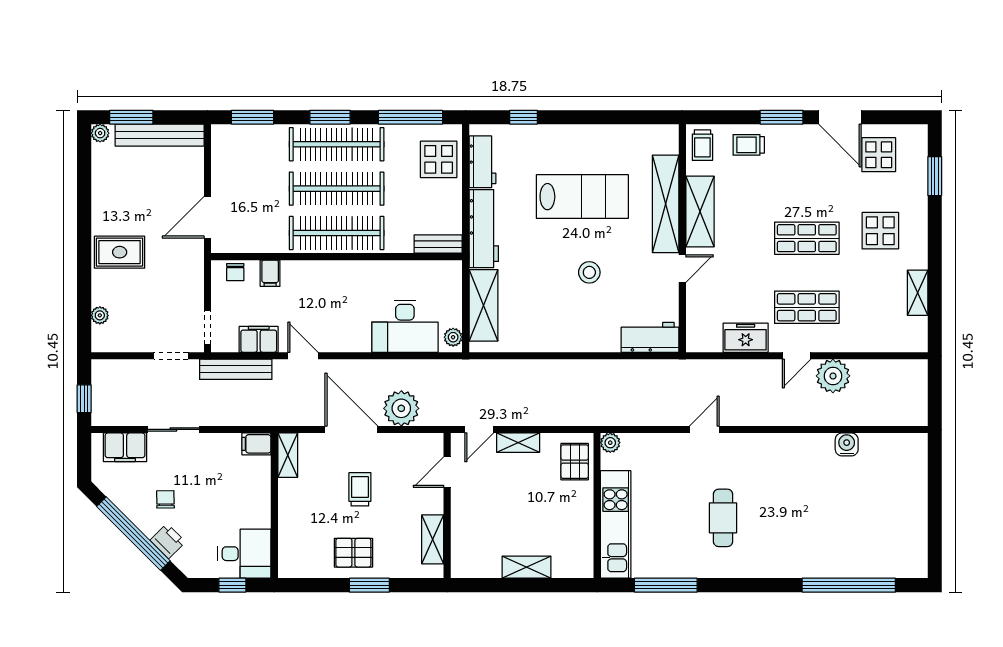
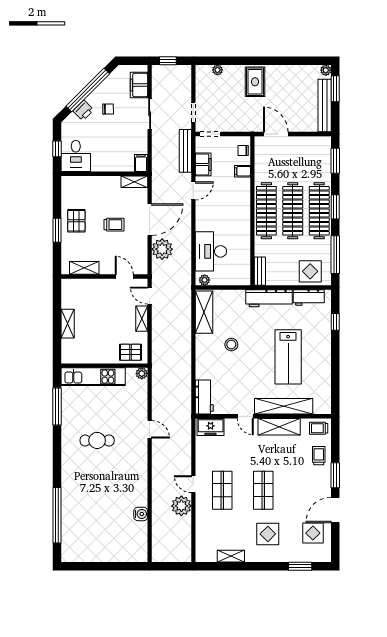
stool: (589, 272) -> (231, 345), moved
shelving: (483, 305) -> (204, 312), moved, turned 90
freezer: (746, 338) -> (211, 427), moved, turned 90

